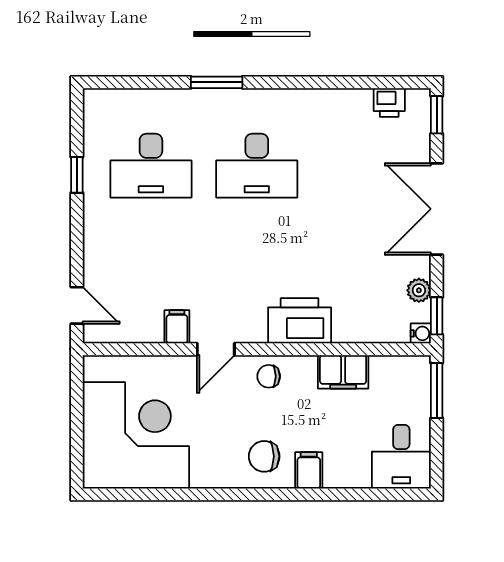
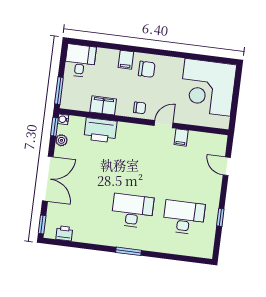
window: (217, 82) -> (129, 251), moved
door: (77, 305) -> (227, 166), moved
printer: (300, 321) -> (100, 130), moved

